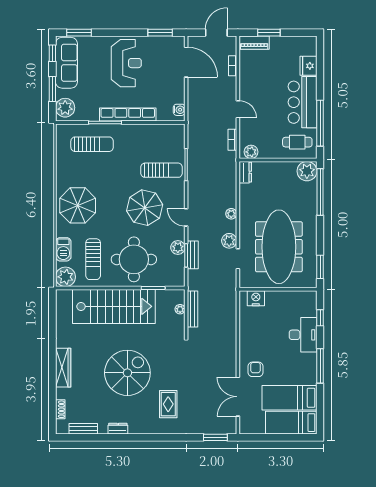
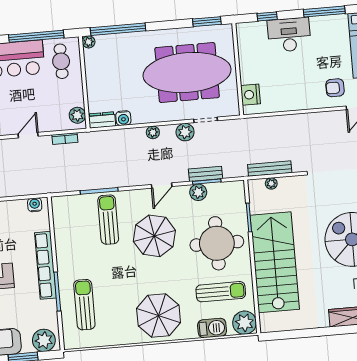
plant: (307, 171) -> (89, 42), width x0.53, depth x0.53
water cooler: (245, 190) -> (123, 118), added

